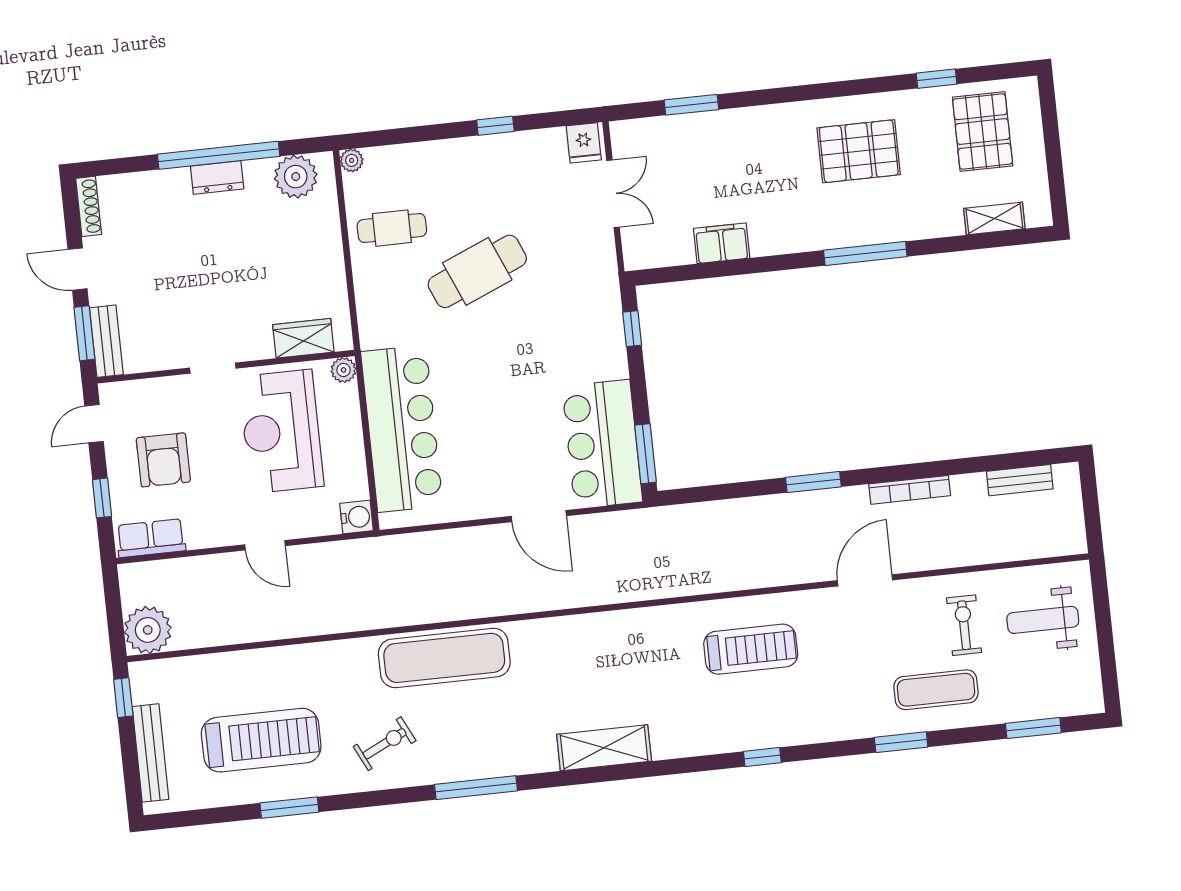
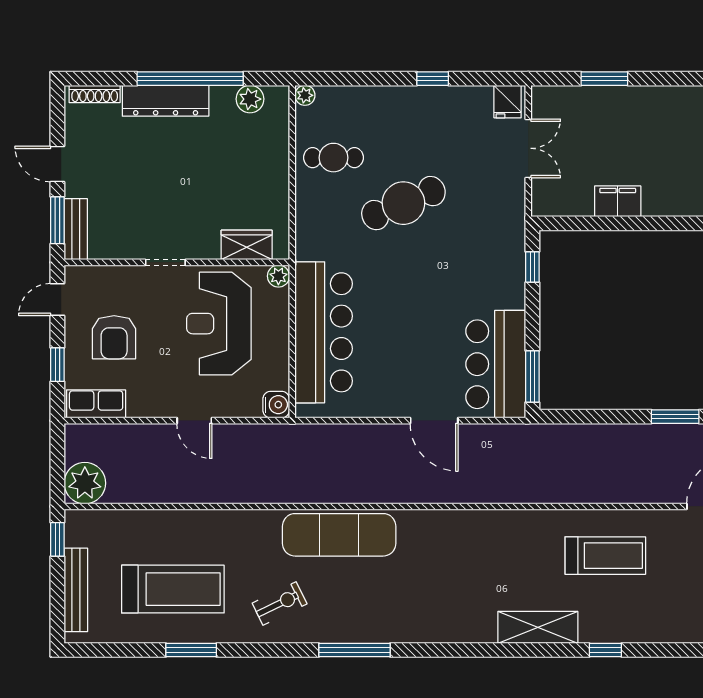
plant: (296, 177) -> (250, 99), width x0.73, depth x0.73
dresser: (217, 178) -> (166, 101), width x1.96, depth x1.24
shoe rack: (89, 206) -> (95, 94), moved, turned 90
shelving: (604, 748) -> (538, 627), moved

